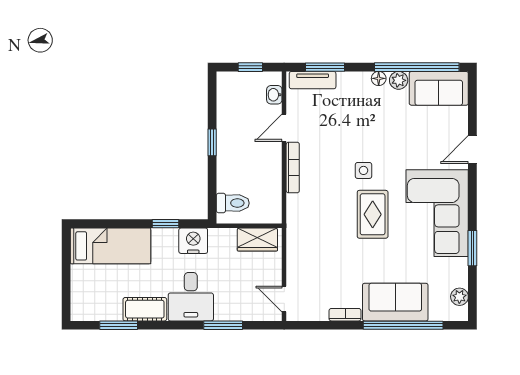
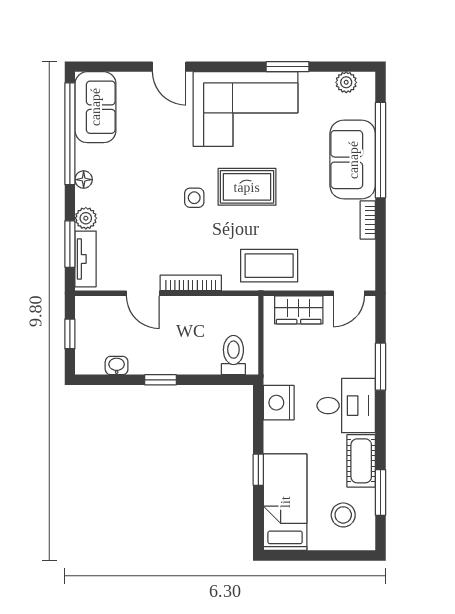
plant: (399, 80) -> (86, 218), moved
washbasin: (274, 95) -> (117, 366), moved, turned 180
window: (165, 224) -> (258, 470), moved
coffee table: (307, 233) -> (269, 266), added
wardrobe: (257, 240) -> (299, 310), moved, turned 90
stool: (100, 294) -> (343, 515), added

